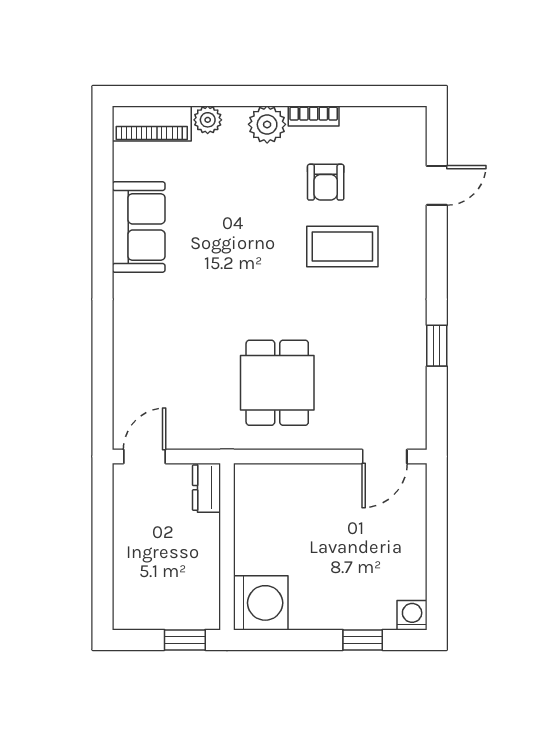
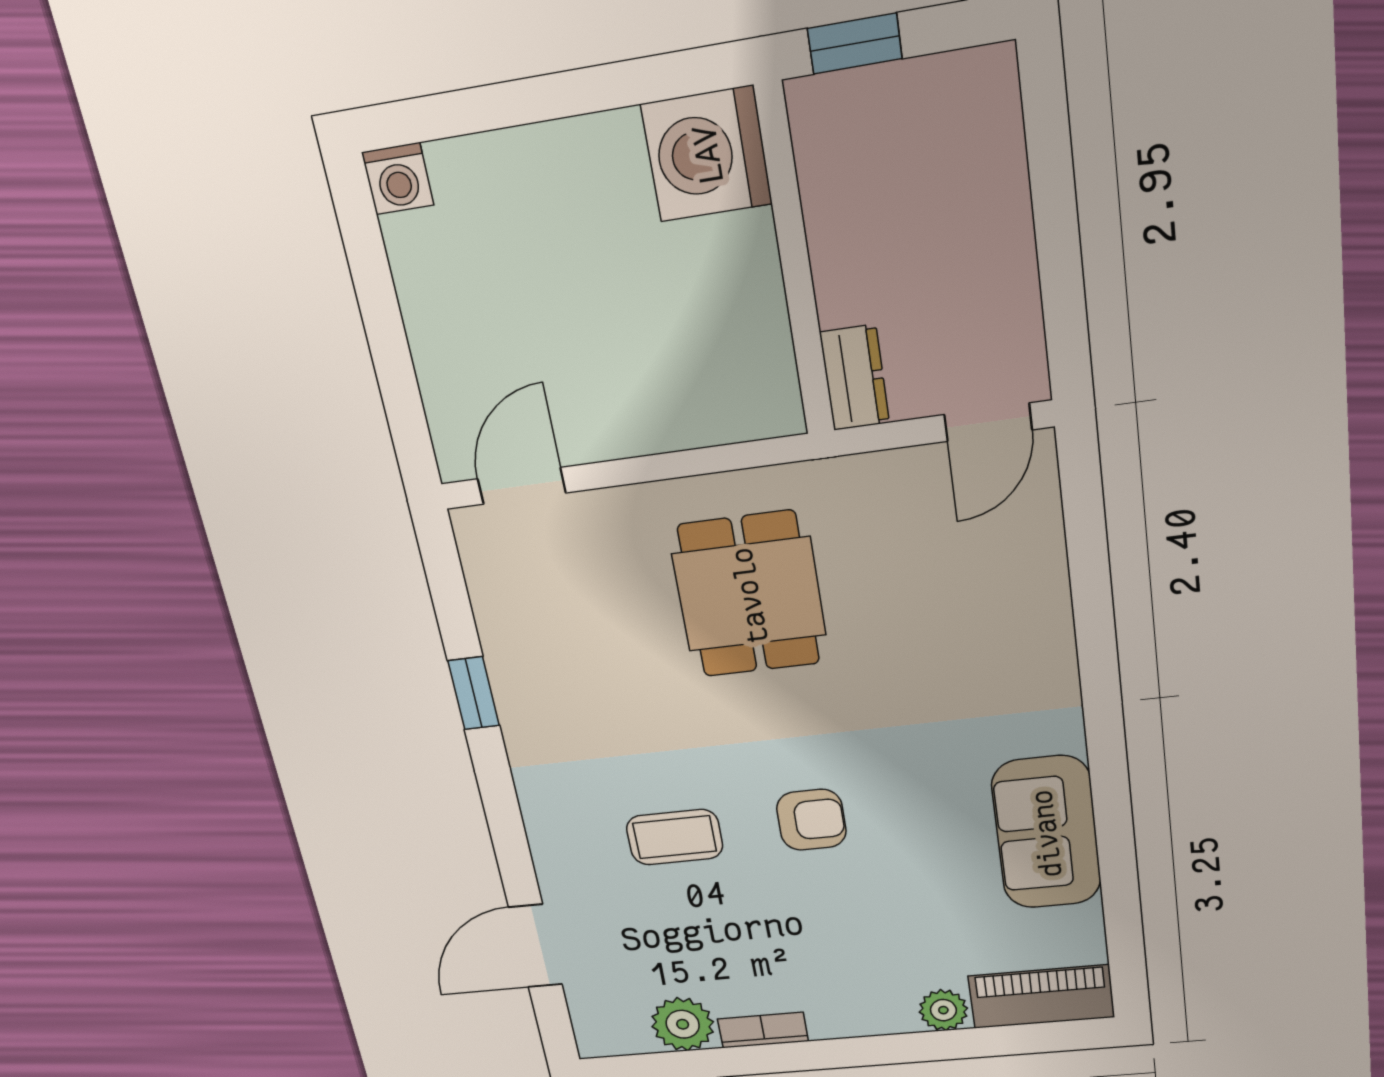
plant: (267, 124) -> (683, 1024), moved
armchair: (326, 182) -> (811, 820), moved, turned 90
door: (437, 185) -> (535, 946), width x1.38
coffee table: (342, 247) -> (675, 837), width x0.73, depth x0.77
window: (363, 640) -> (484, 109), removed

